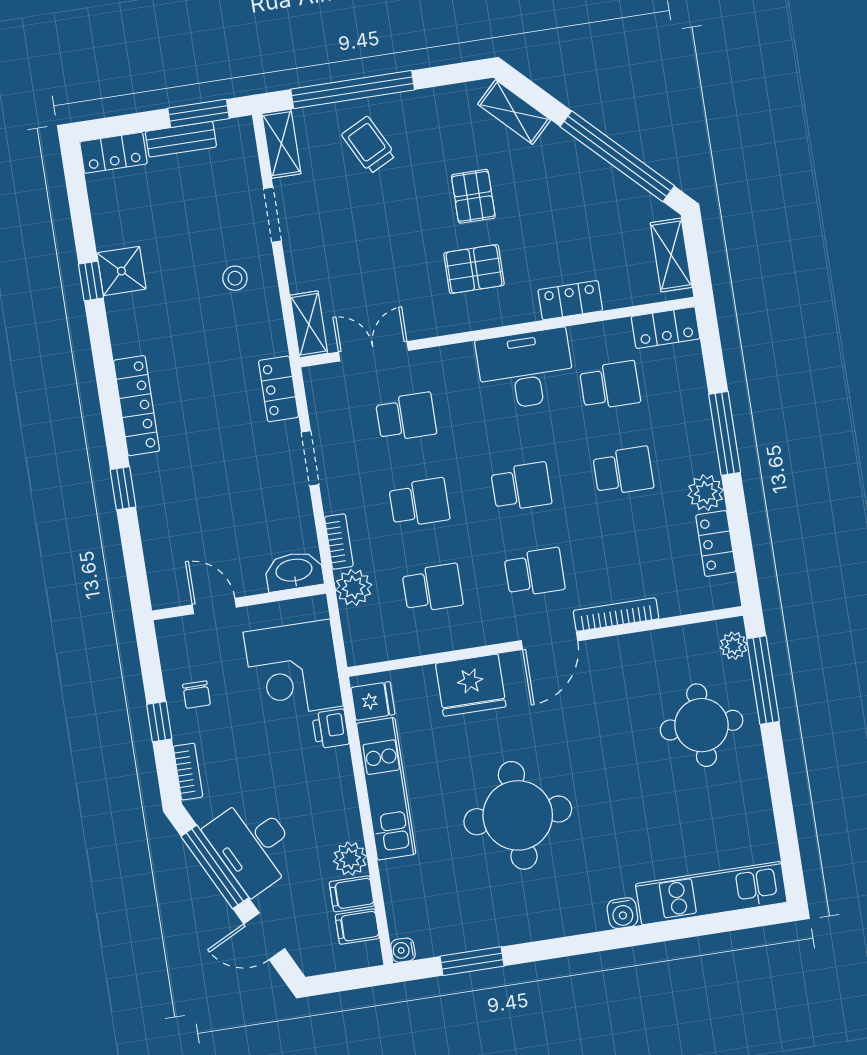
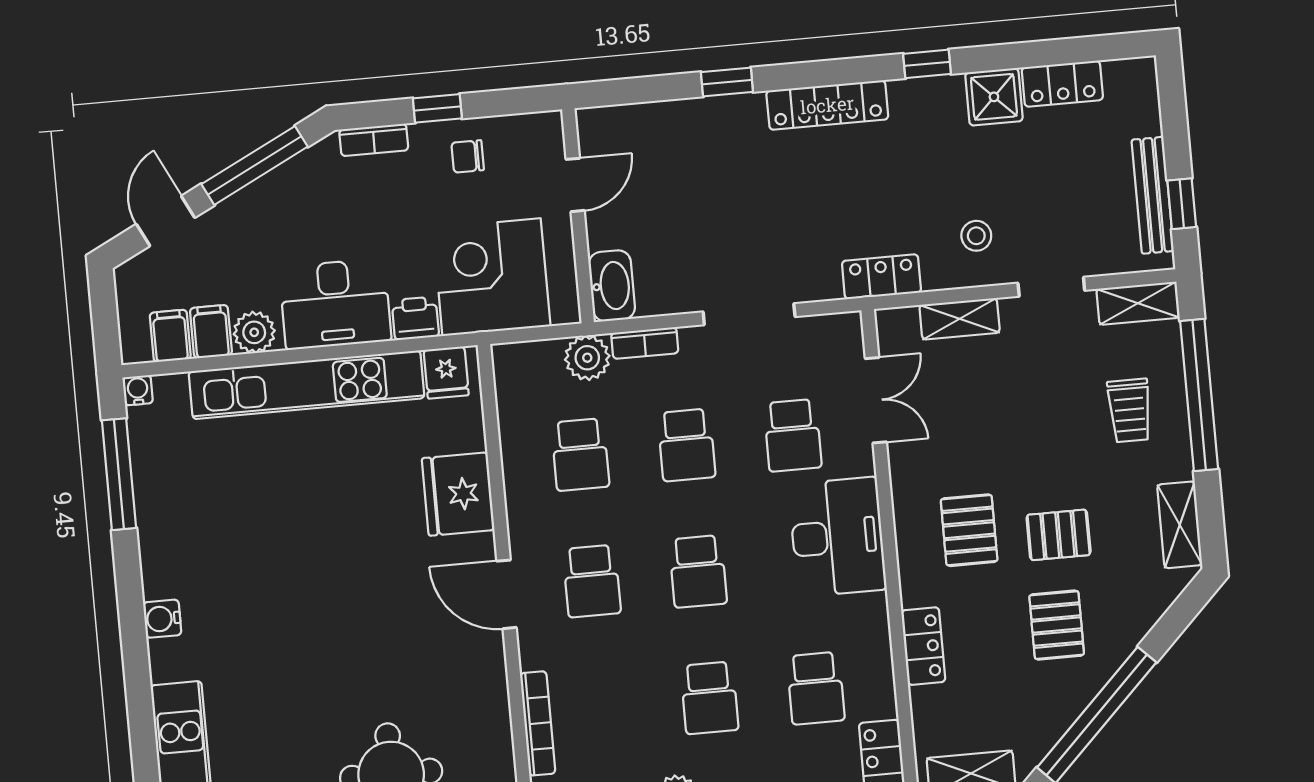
shelving: (514, 112) -> (1180, 525), moved, turned -45
window: (198, 113) -> (1182, 204), width x0.67
bench: (181, 139) -> (1153, 195), width x1.36
trolley: (369, 145) -> (1130, 410), turned 117
locker: (113, 153) -> (1062, 84), moved, turned -90
pallet: (546, 193) -> (1057, 625), added
window: (91, 281) -> (927, 64), moved
shelving: (309, 324) -> (960, 319), moved
desk: (525, 369) -> (837, 537), moved
locker: (279, 389) -> (881, 277), moved
doorway: (310, 458) -> (749, 314), width x1.38
bookcase: (616, 615) -> (538, 723), moved
kitchen unit: (386, 789) -> (307, 385), width x1.36
round table: (518, 815) -> (294, 542), removed
desk: (253, 845) -> (335, 304), moved, turned -153
water cooler: (622, 913) -> (162, 619), moved
window: (472, 961) -> (119, 474), width x1.44

